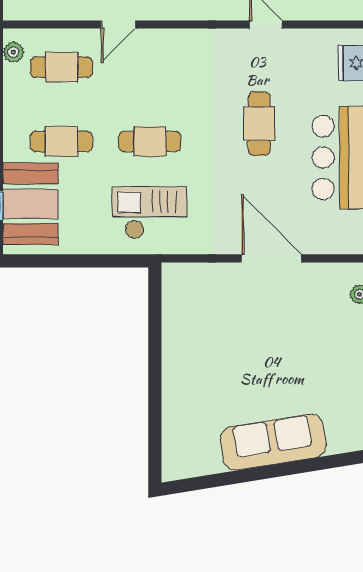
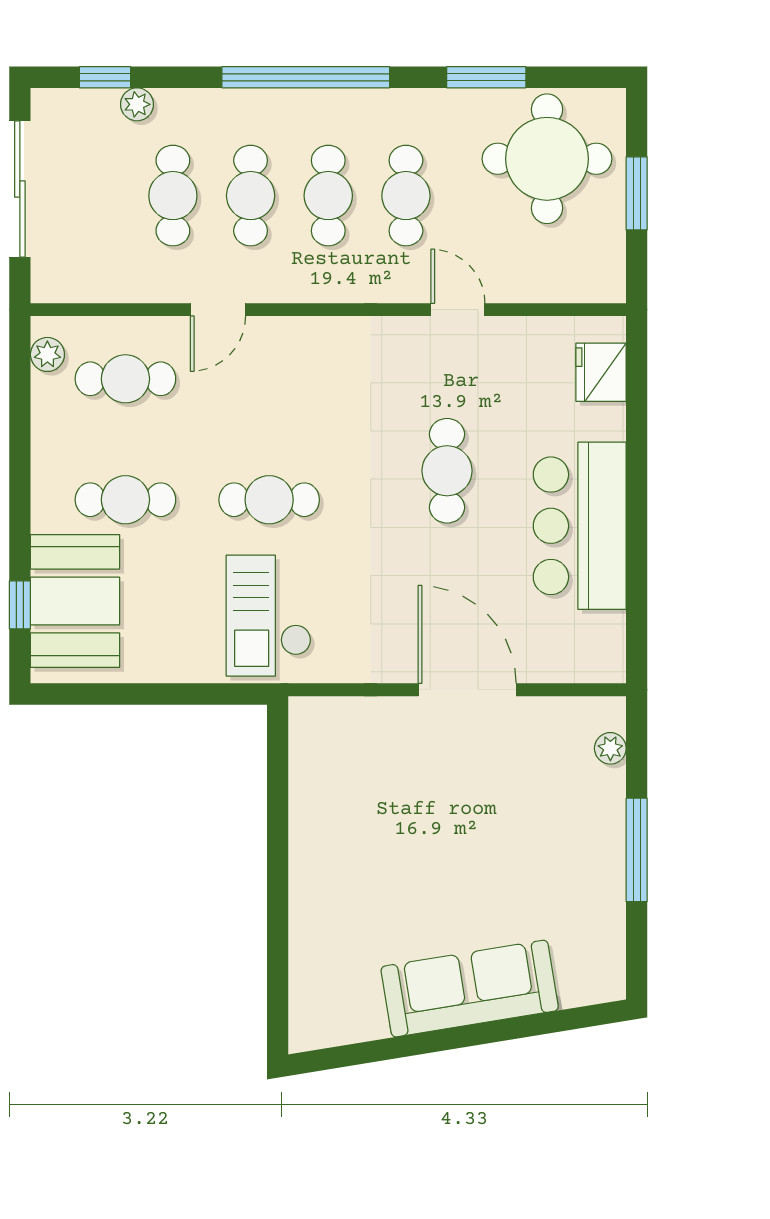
checkout: (149, 213) -> (269, 616), turned -90

